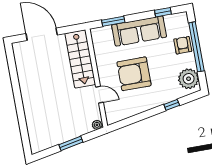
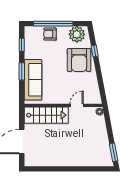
window: (113, 21) -> (22, 71), moved
sofa: (139, 31) -> (33, 80), moved
armchair: (134, 74) -> (79, 60), moved
window: (71, 143) -> (114, 152), moved

